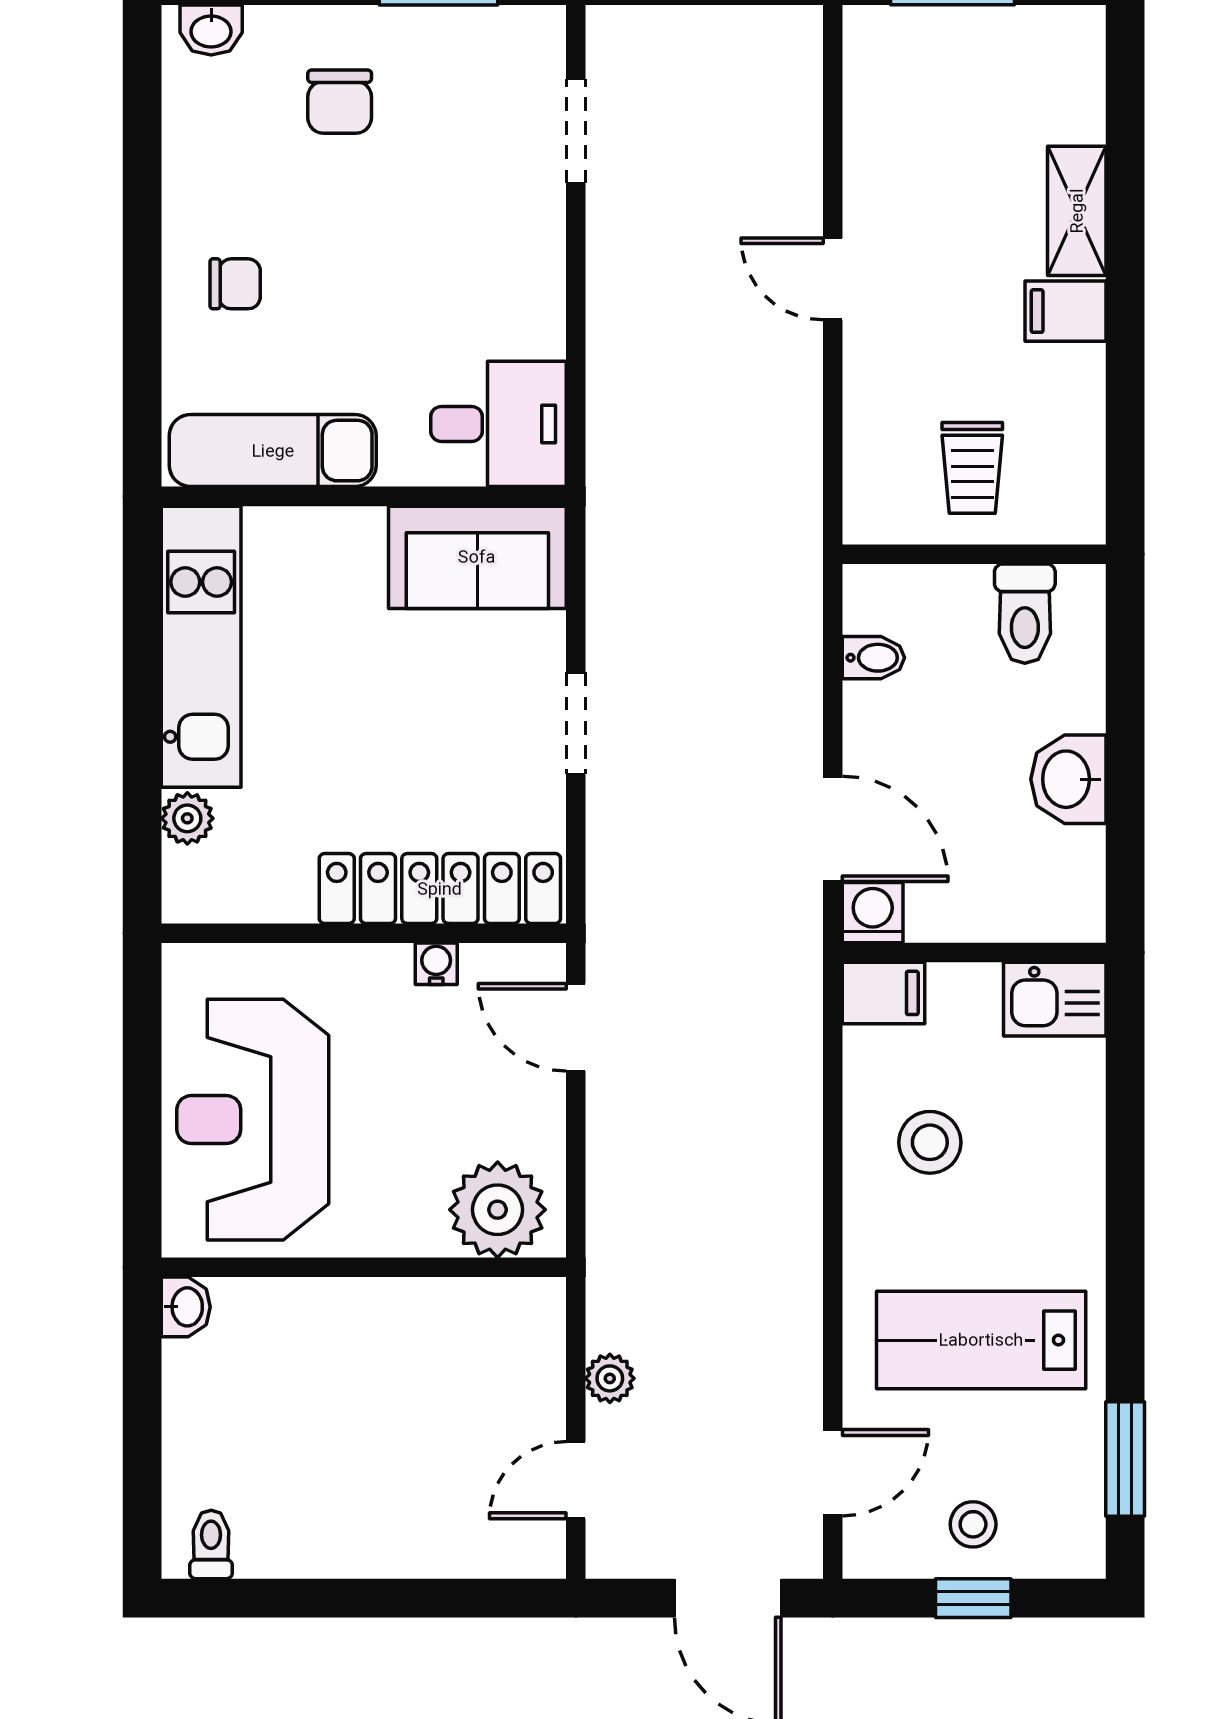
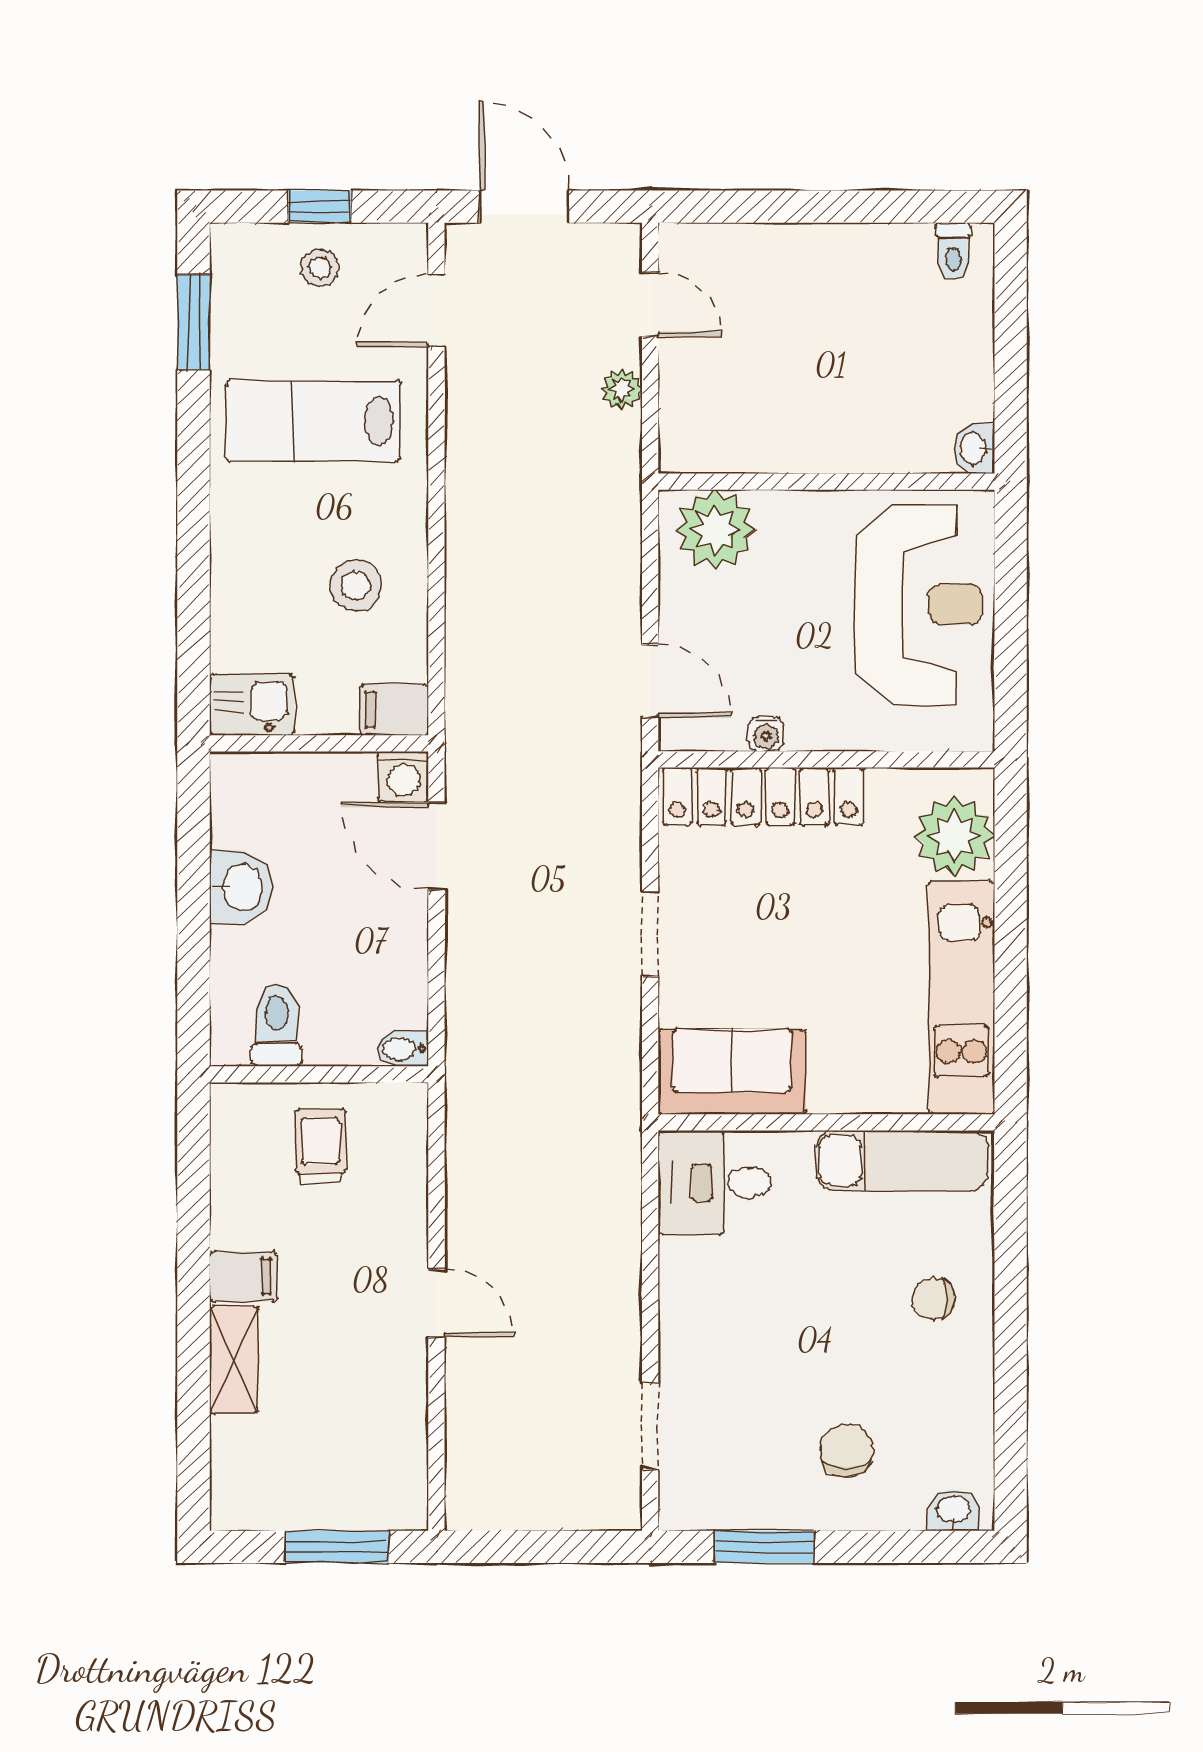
bidet: (874, 658) -> (403, 1049), moved
plant: (187, 818) -> (954, 836), width x1.88, depth x1.88
lab bench: (981, 1340) -> (313, 421), turned 180
door: (576, 1480) -> (650, 305), hinge flipped

